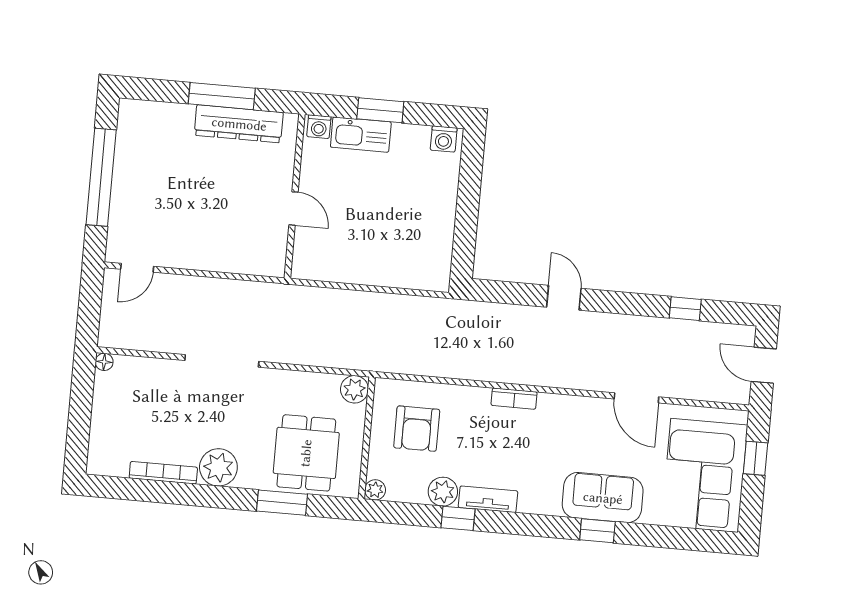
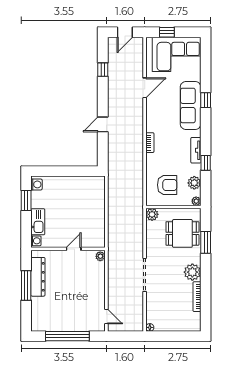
window: (380, 110) -> (26, 201), moved
plant: (272, 266) -> (100, 256), added
plant: (443, 492) -> (194, 183), moved
sofa: (603, 498) -> (191, 105), width x1.36

